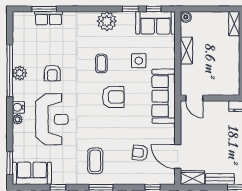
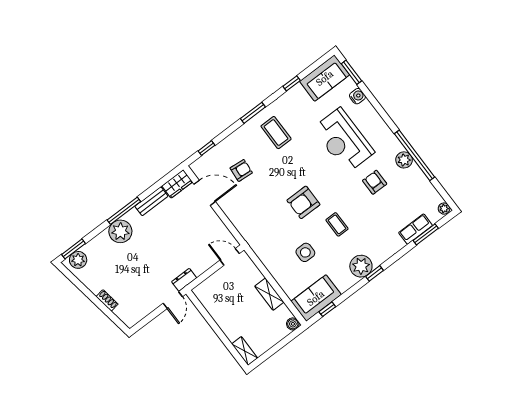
window: (130, 9) -> (374, 273), moved
sofa: (164, 96) -> (259, 237), removed
water cooler: (18, 107) -> (357, 96), moved
plant: (17, 119) -> (444, 209), moved

